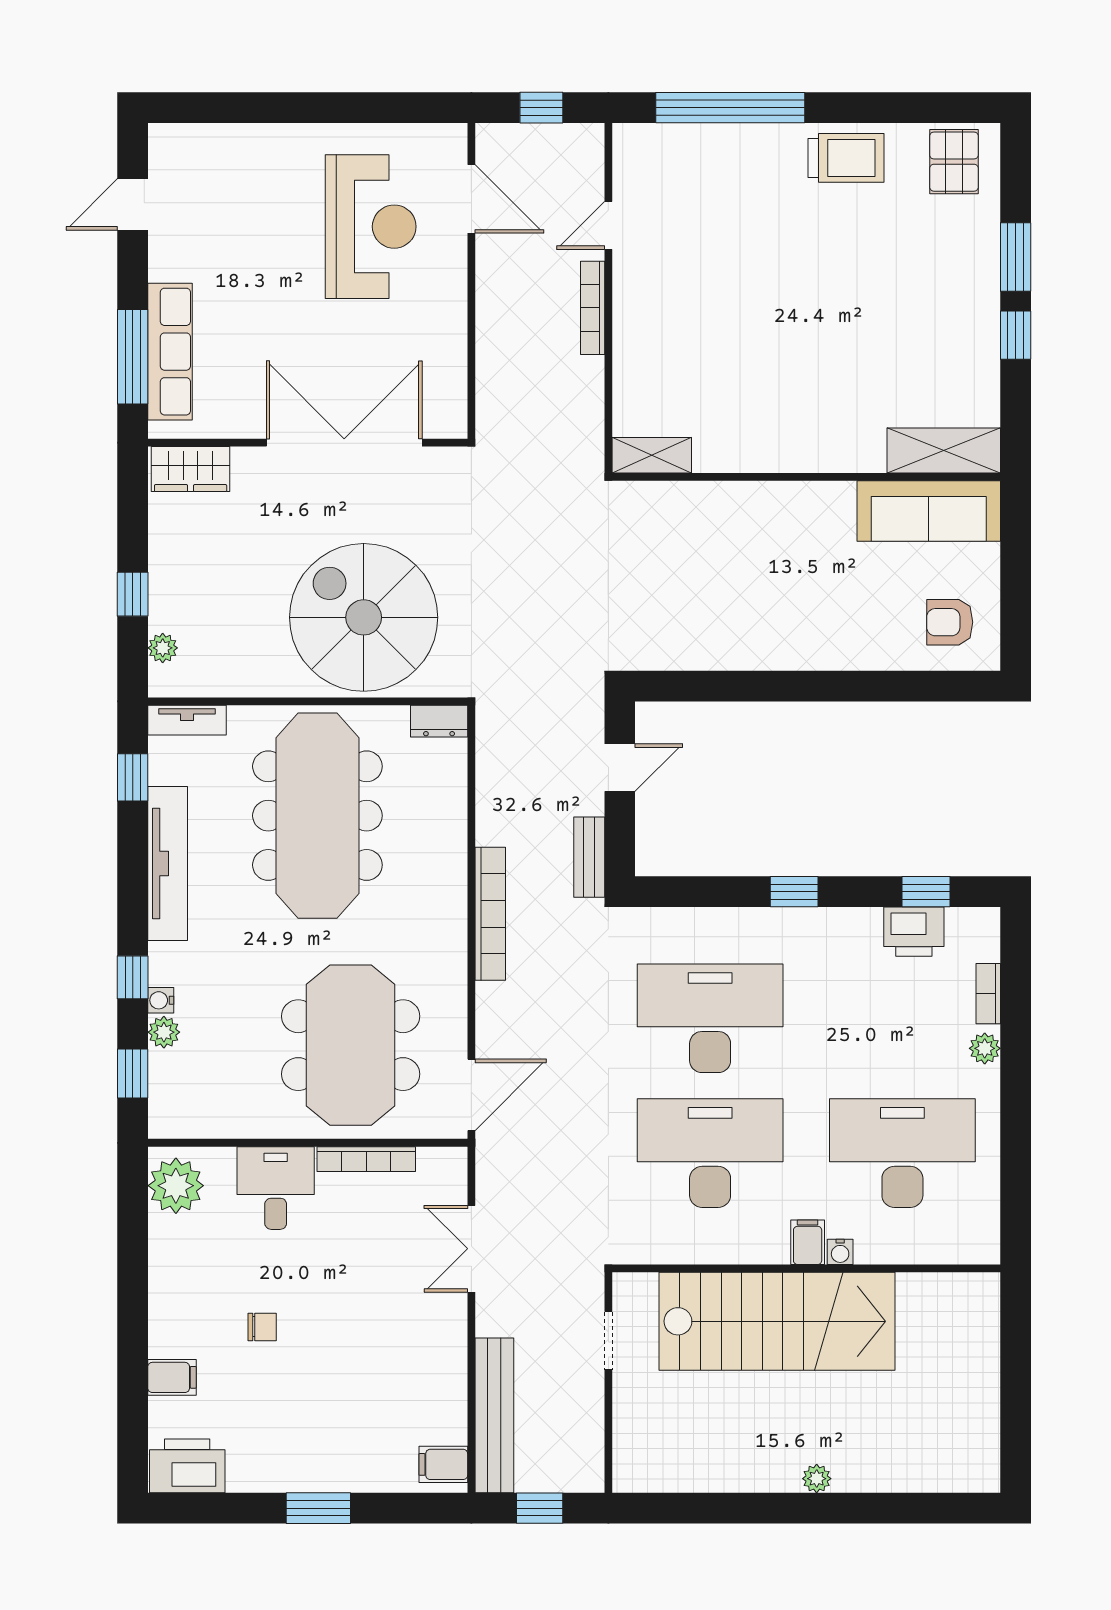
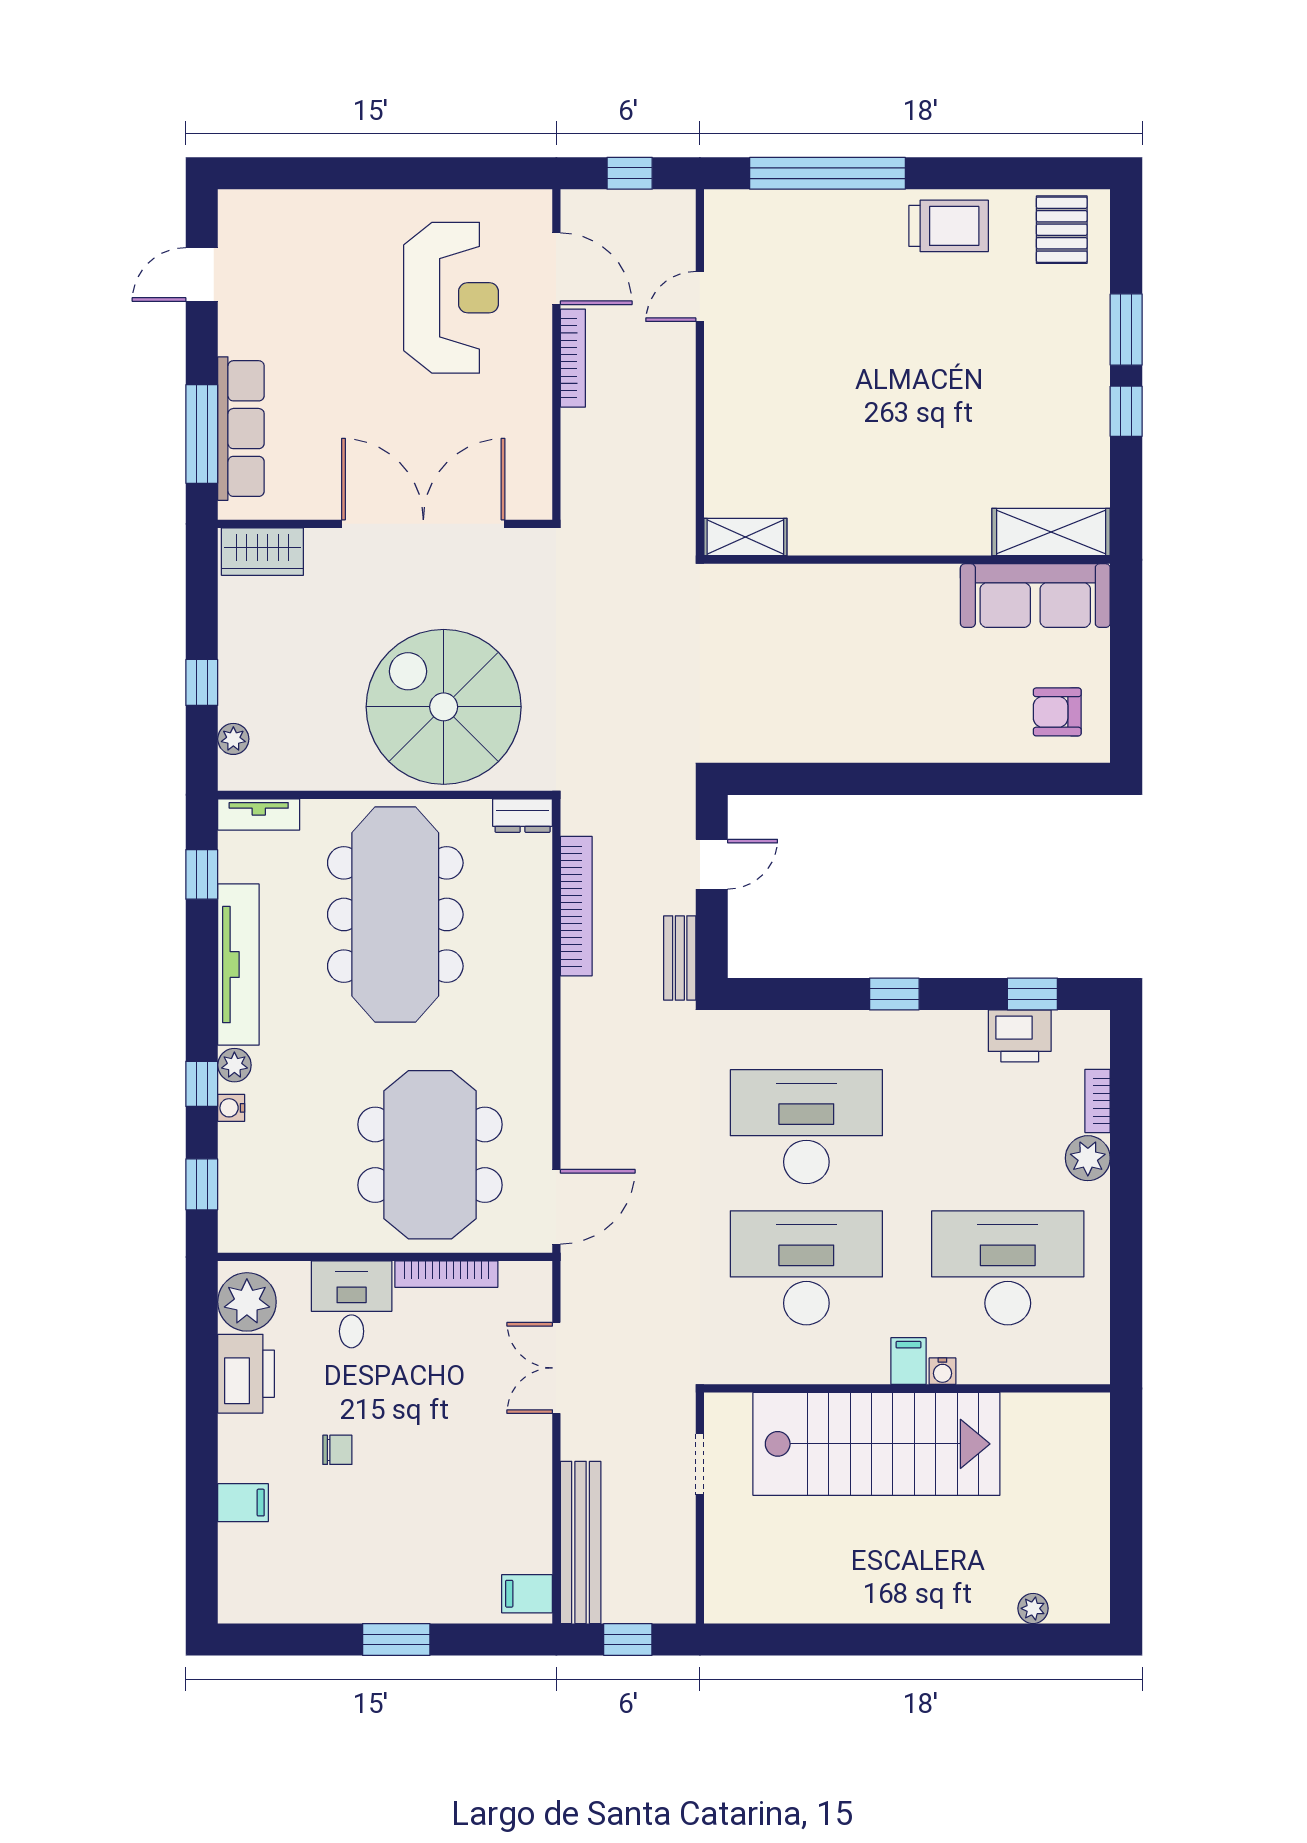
bookcase: (593, 308) -> (573, 358), moved, turned 180
bookcase: (490, 914) -> (576, 906), moved
plant: (164, 1032) -> (234, 1065), moved
plant: (985, 1048) -> (1088, 1158), width x1.38, depth x1.38
printer: (187, 1466) -> (246, 1374), moved, turned 90
plant: (817, 1479) -> (1033, 1608), moved

